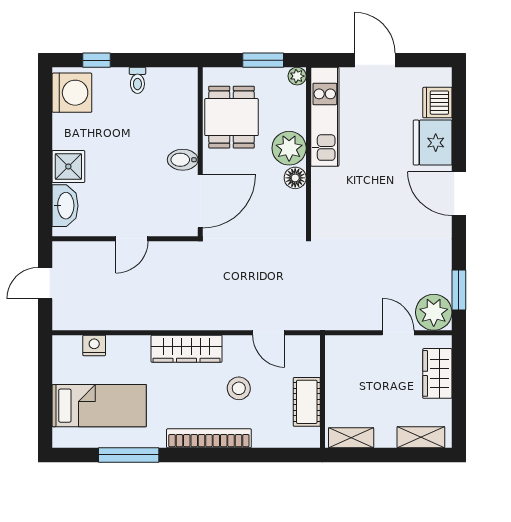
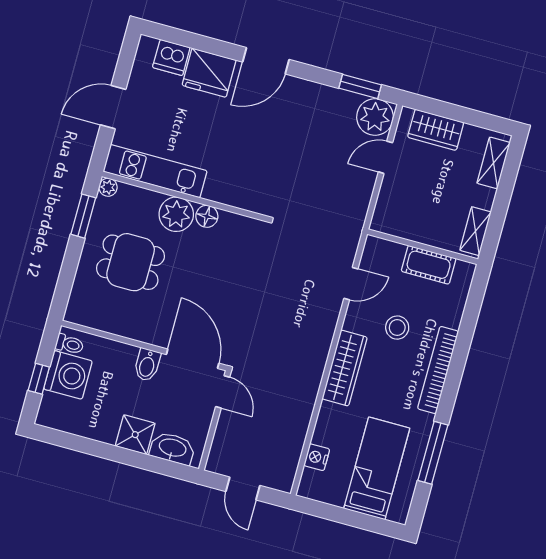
washing machine: (72, 93) -> (68, 375), moved, turned 90
wall: (200, 152) -> (144, 346), moved
bidet: (183, 160) -> (147, 365), moved
door: (200, 201) -> (193, 359), moved

